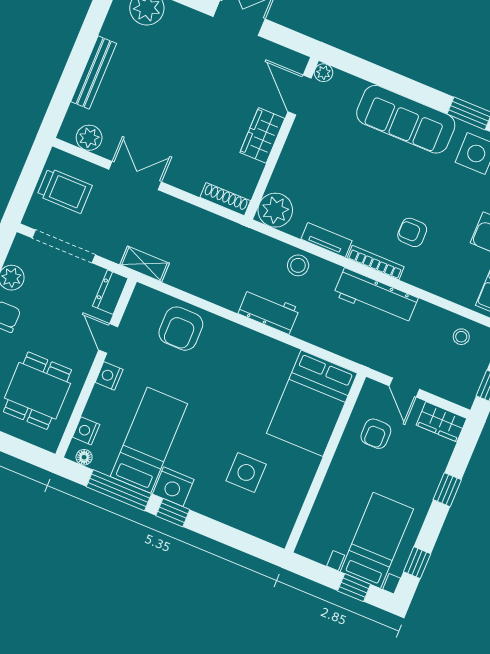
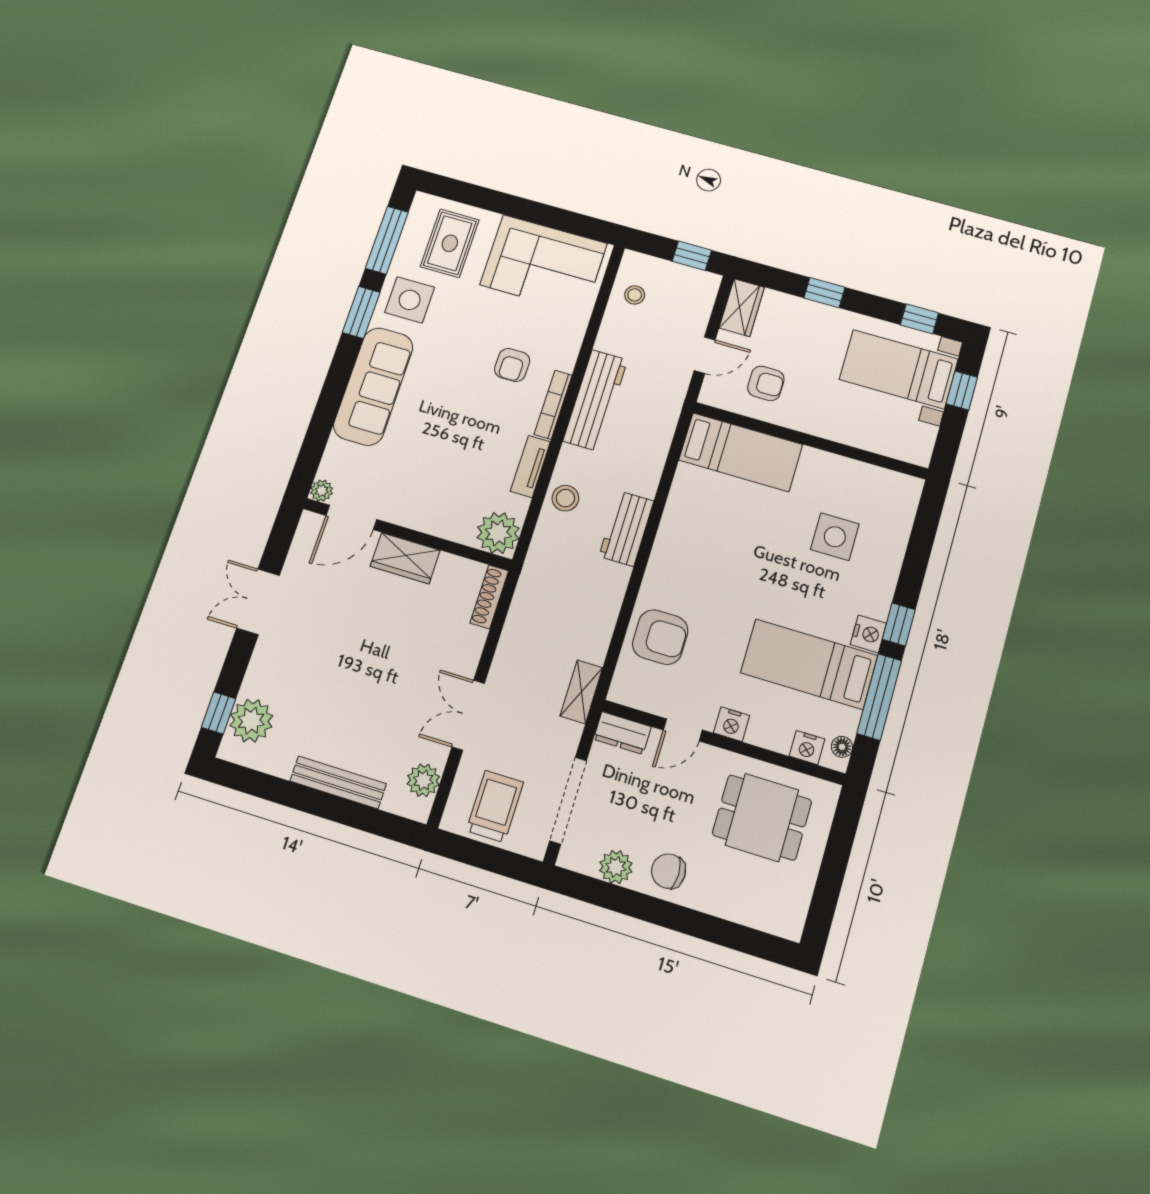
bed: (312, 403) -> (741, 452), width x0.67
nightstand: (173, 487) -> (868, 634), width x0.74, depth x0.75

